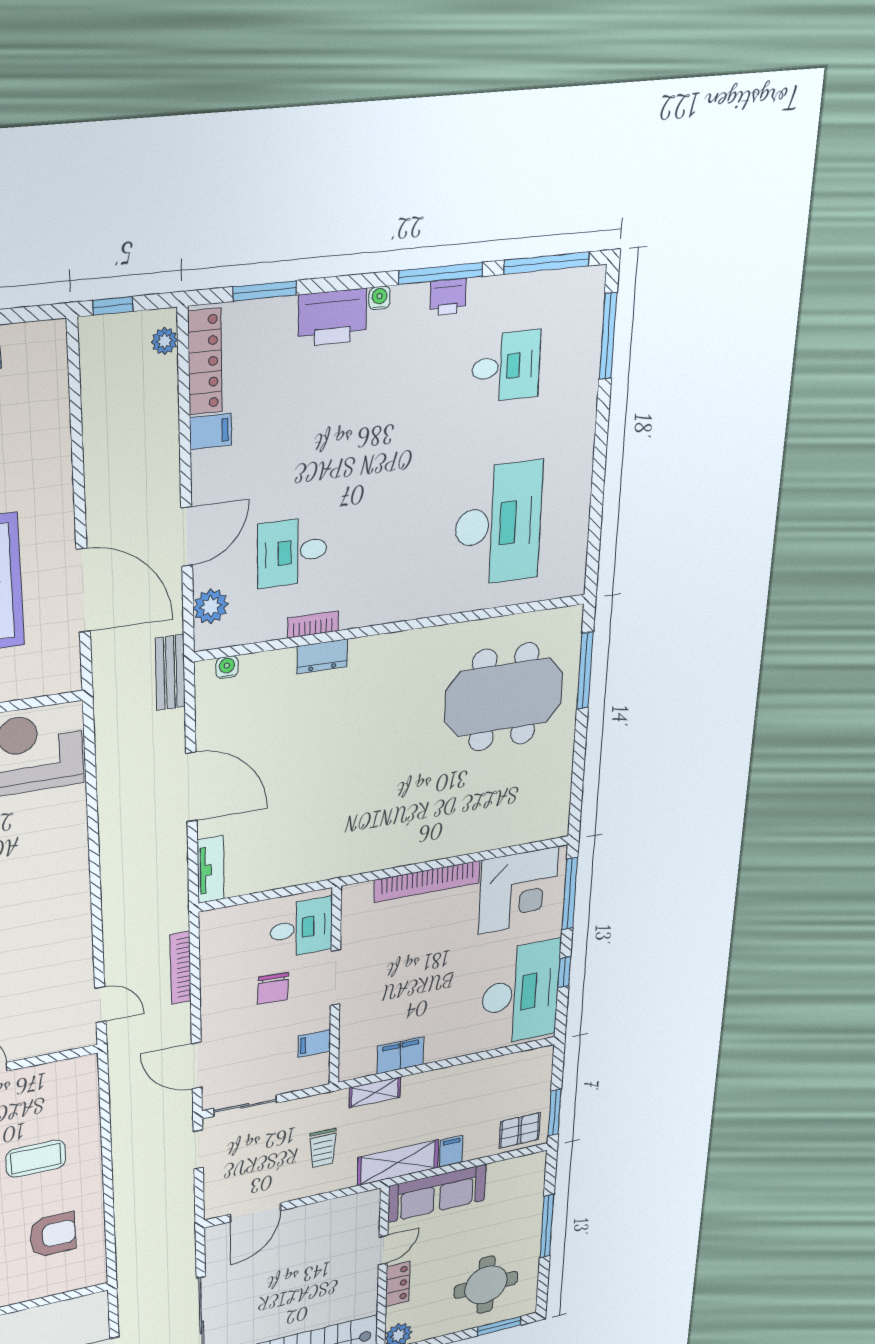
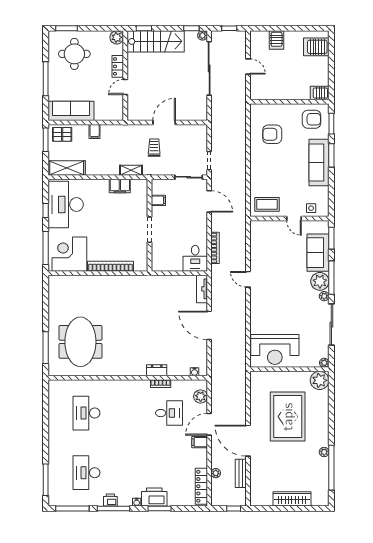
window: (265, 291) -> (160, 509), moved
plant: (165, 341) -> (216, 473), moved
desk: (506, 366) -> (86, 473), width x1.37
filing cabinet: (210, 431) -> (200, 442), moved
desk: (498, 524) -> (86, 413), width x0.73, depth x0.77
door: (83, 591) -> (248, 441), moved
bench: (170, 673) -> (241, 473), moved
meeting table: (504, 697) -> (80, 342), turned 90
desk: (301, 928) -> (195, 258), moved, turned -90
chair: (273, 988) -> (176, 230), removed
door: (100, 1005) -> (248, 279), moved
coffee table: (36, 1159) -> (267, 204), moved
shelving: (398, 1163) -> (67, 168), moved
sofa: (437, 1193) -> (71, 111), moved
door: (255, 1212) -> (164, 122), moved

